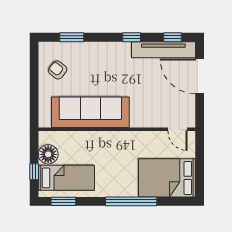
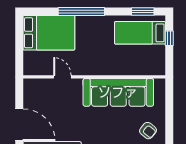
door: (177, 129) -> (62, 77), moved
floor lamp: (48, 154) -> (157, 54), removed

